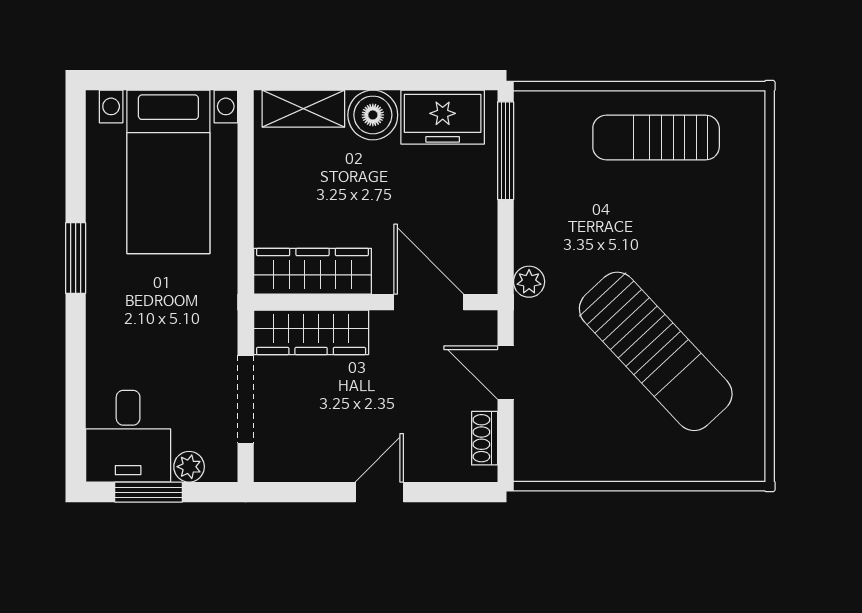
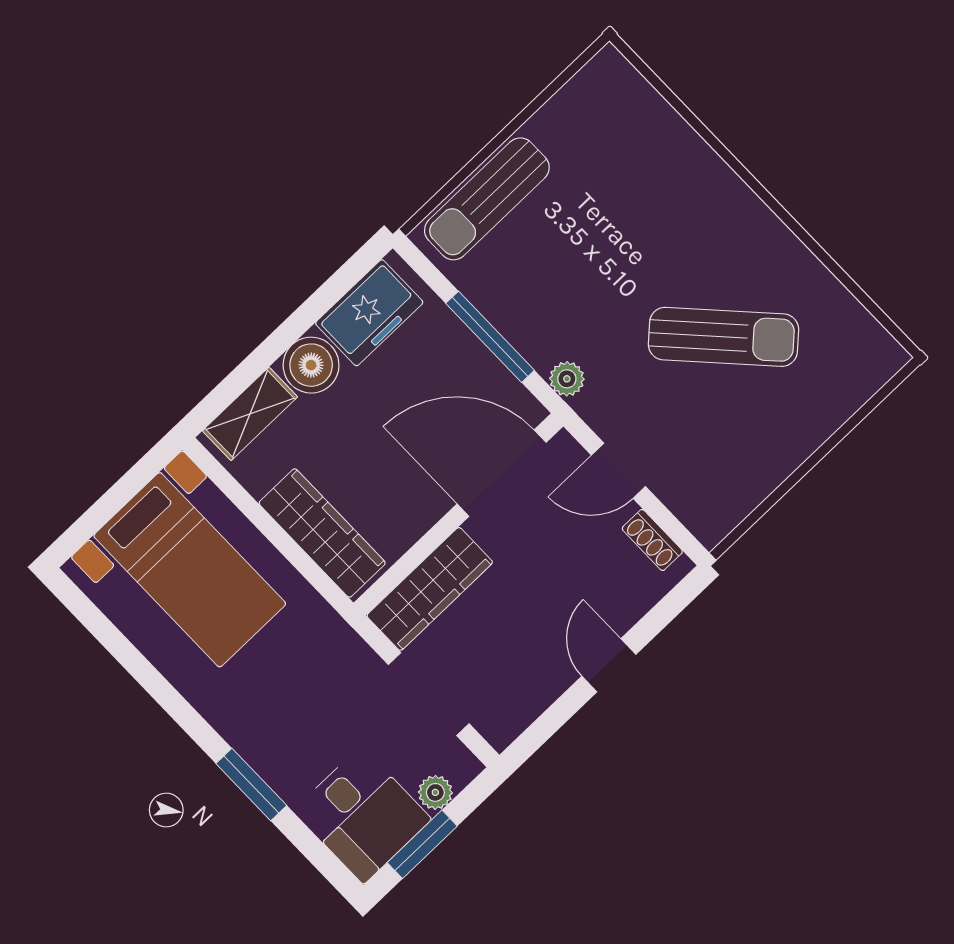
sun lounger: (656, 138) -> (487, 199), moved
window: (506, 151) -> (490, 337), moved
window: (76, 258) -> (251, 784), moved
wardrobe: (313, 271) -> (322, 533), moved, turned 90
door: (429, 302) -> (502, 473), width x1.36
sun lounger: (656, 351) -> (723, 337), width x0.73, depth x0.75

